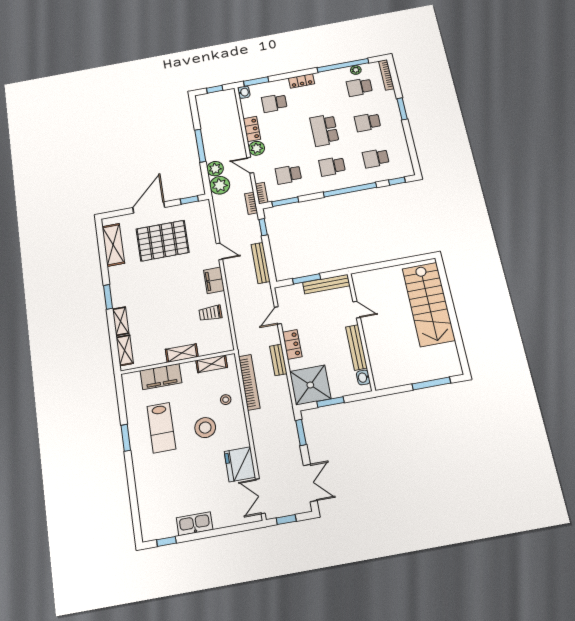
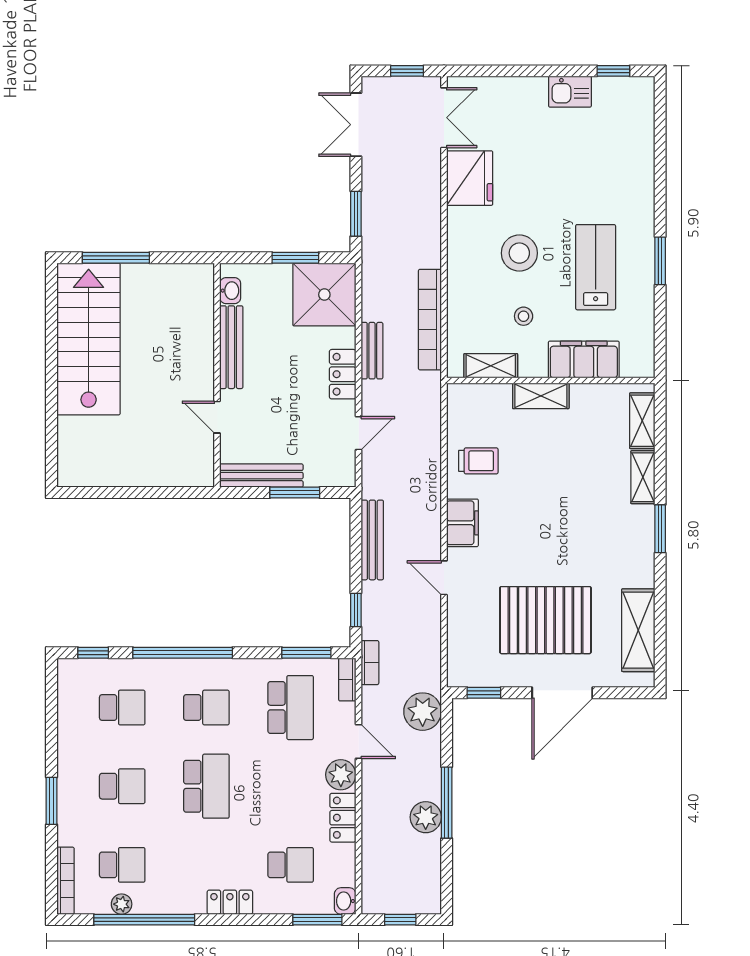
plant: (215, 169) -> (426, 817), moved
school desk: (288, 174) -> (291, 708), width x1.85
stairs: (429, 304) -> (89, 339), moved
stool: (226, 400) -> (524, 316), moved
kitchen sink: (195, 524) -> (570, 92), width x0.73

